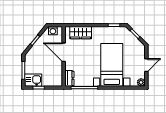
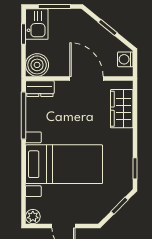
door: (64, 52) -> (86, 78), hinge flipped
boiler: (56, 80) -> (37, 65), added

